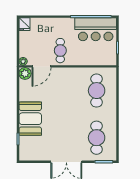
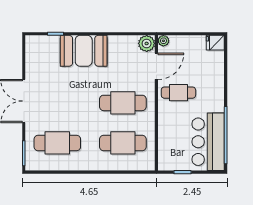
door: (41, 66) -> (156, 66), swing flipped
cafe table: (68, 91) -> (123, 103), added

